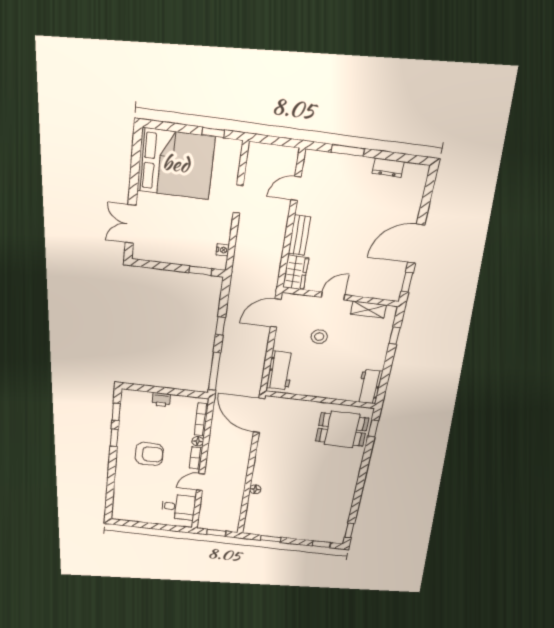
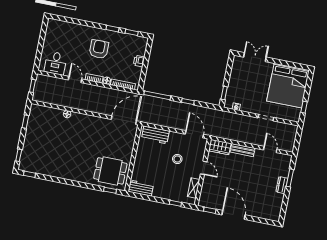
dresser: (388, 168) -> (282, 185), moved
dining table: (342, 430) -> (110, 171), turned 90
armchair: (149, 454) -> (99, 49), turned 180

